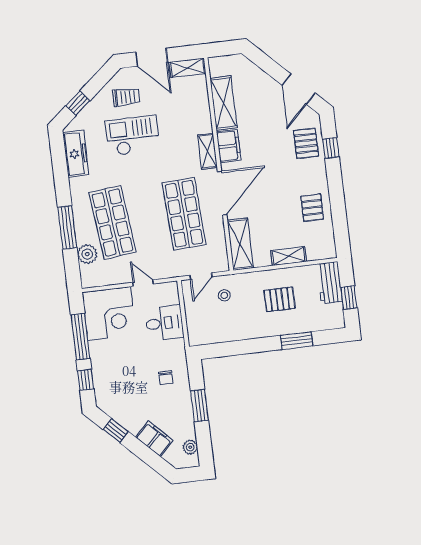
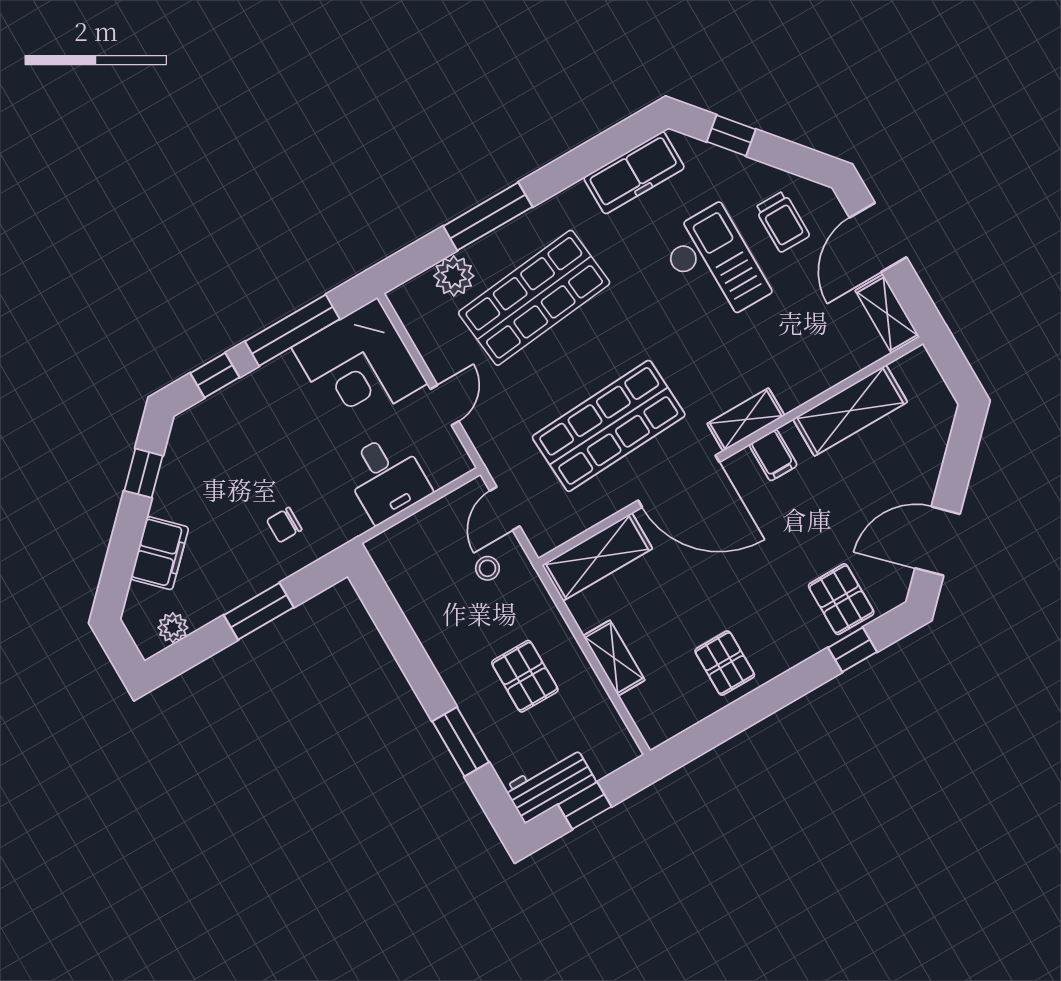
pallet: (306, 143) -> (841, 599), turned 90
filing cabinet: (229, 146) -> (773, 455), width x0.50
pallet: (312, 208) -> (725, 663), turned 90
door: (201, 276) -> (505, 508), hinge flipped
workbench: (330, 283) -> (550, 785), moved

